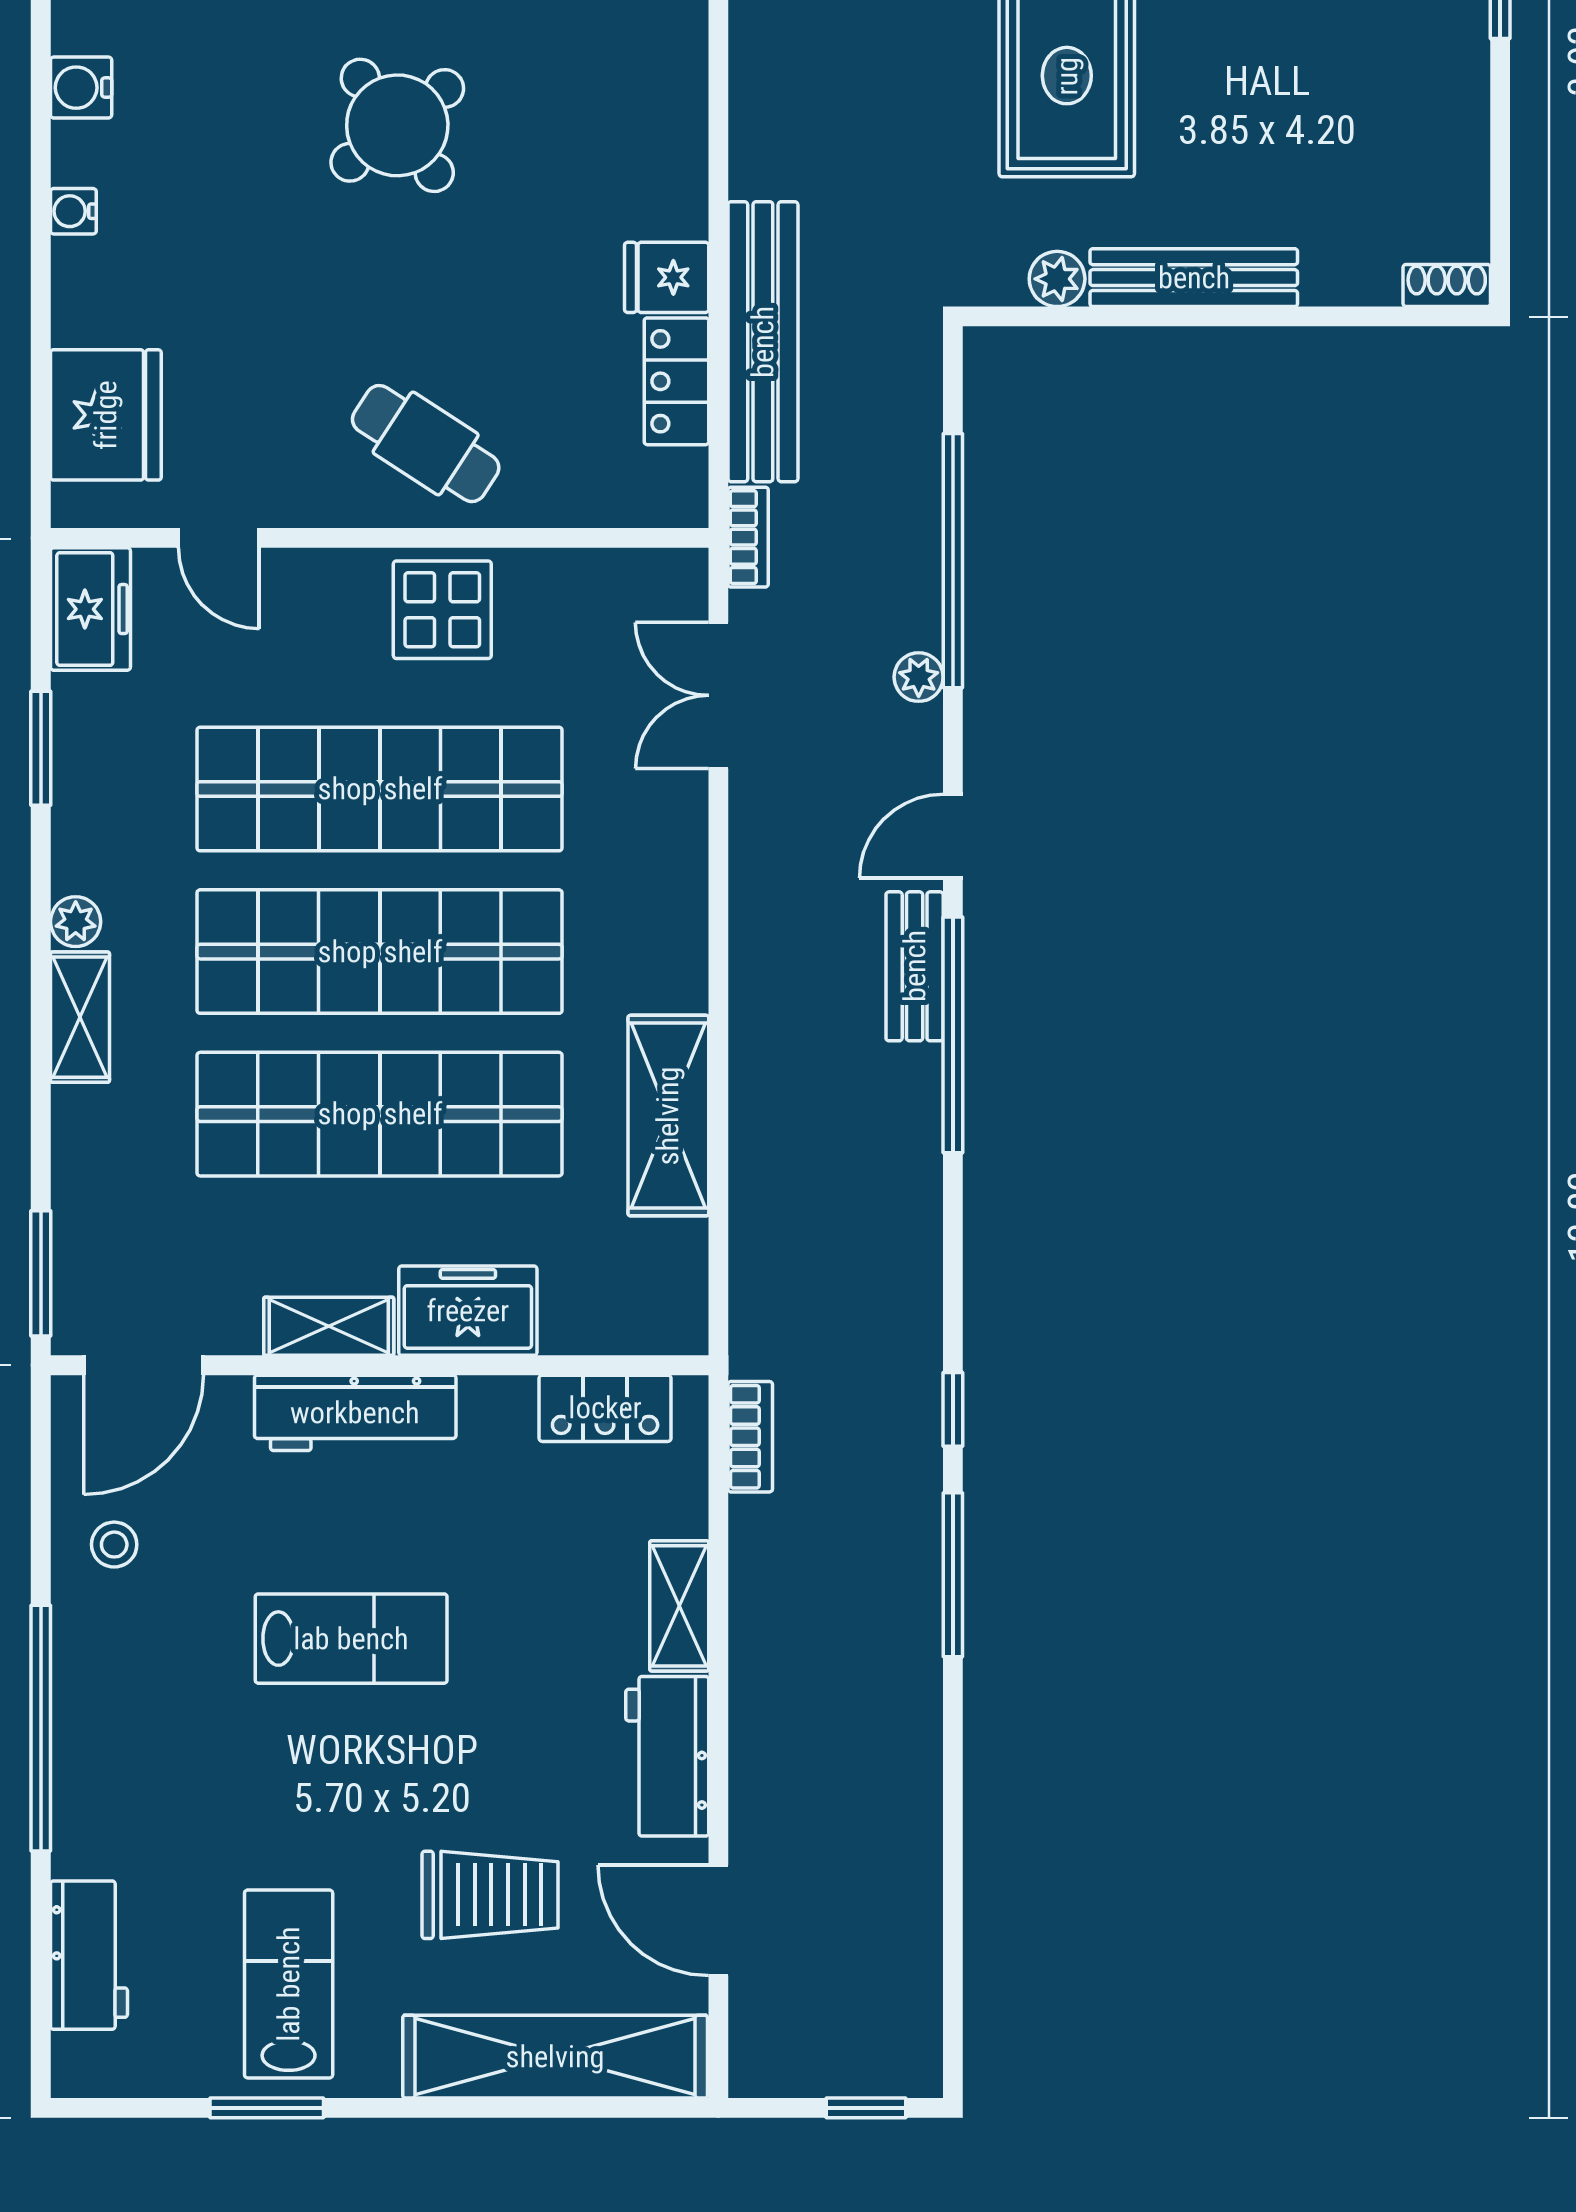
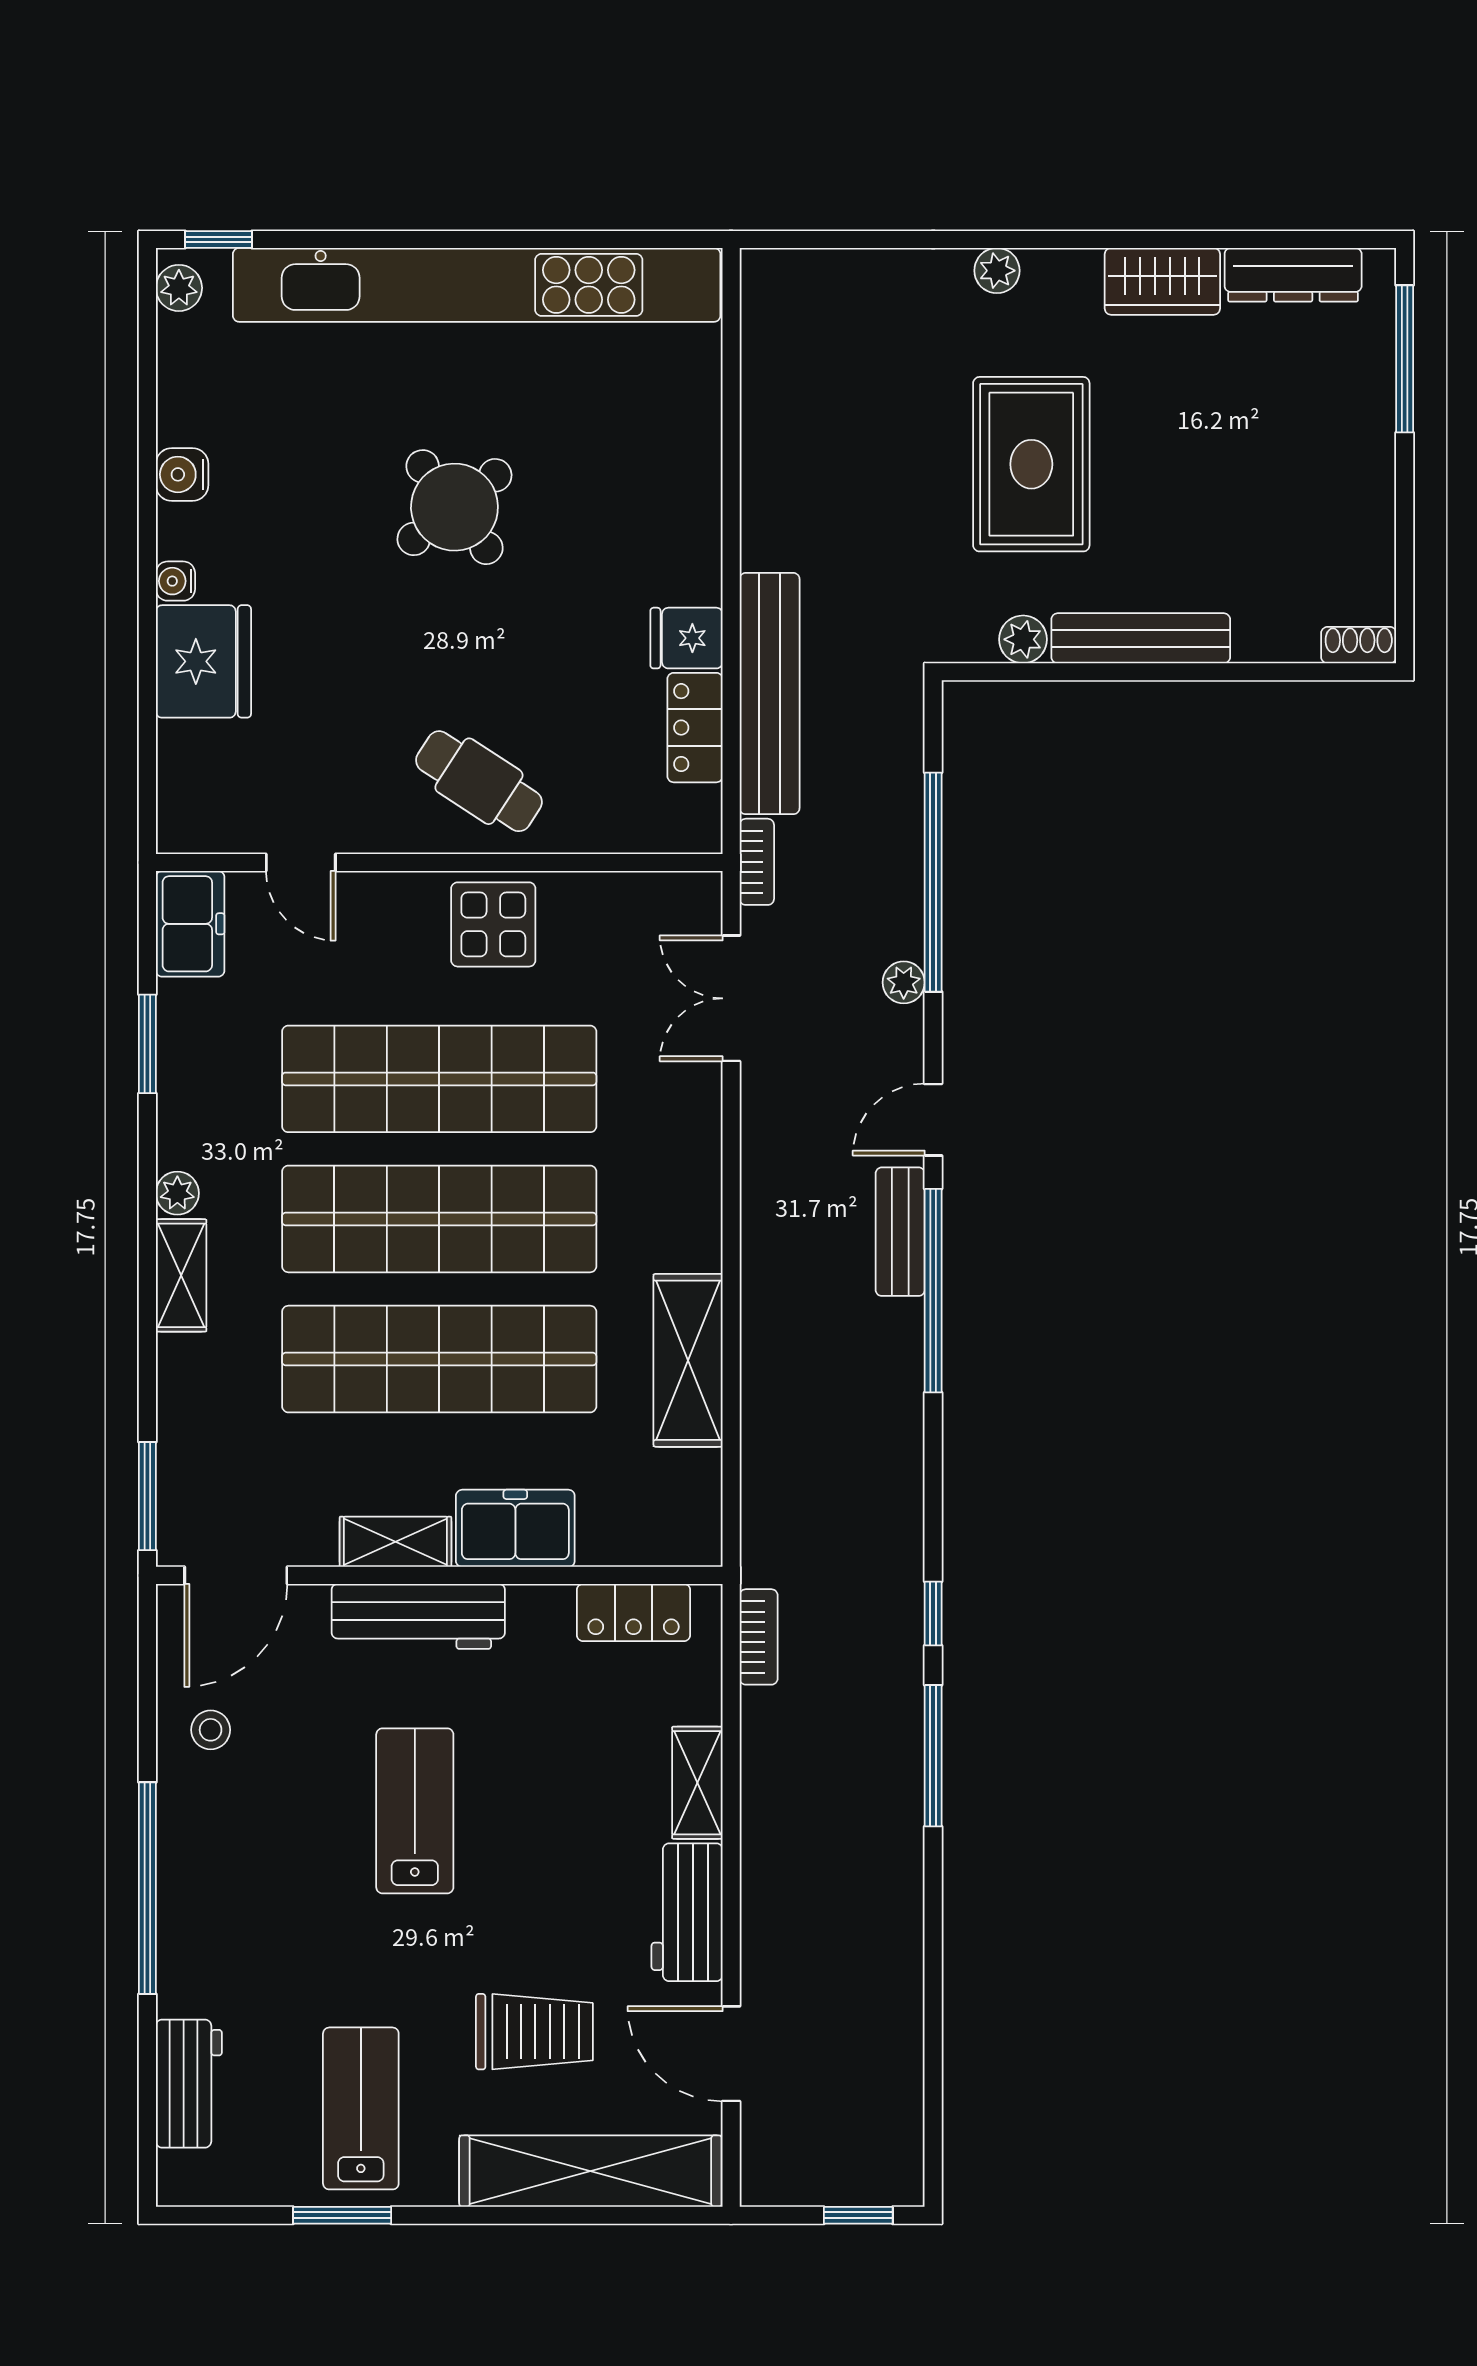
fridge: (106, 415) -> (203, 661), moved
lab bench: (351, 1639) -> (415, 1811), turned -90

